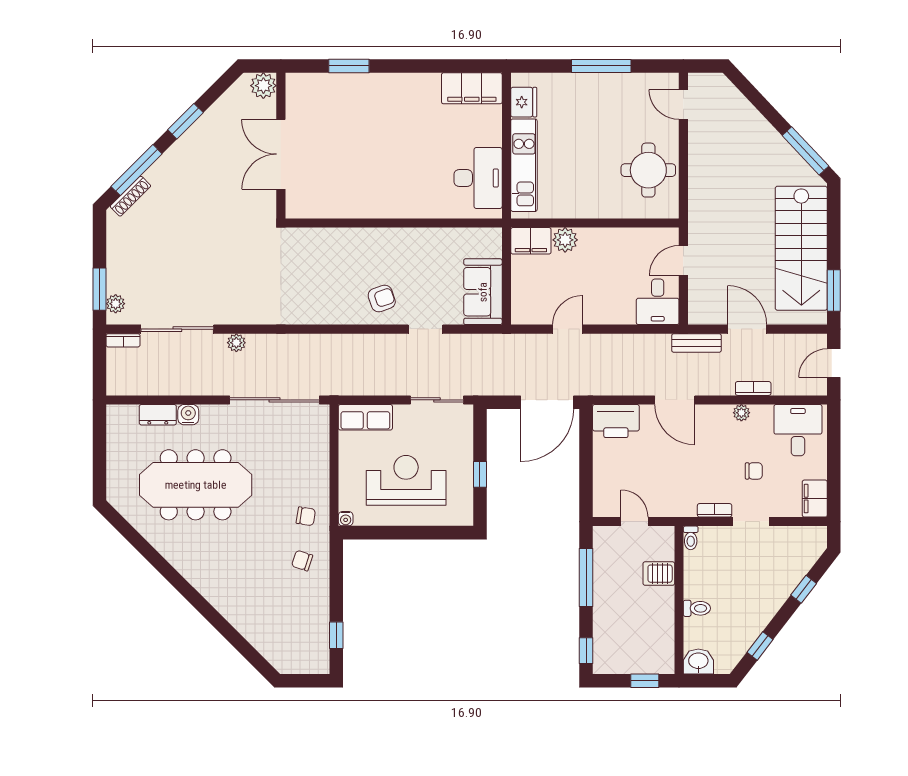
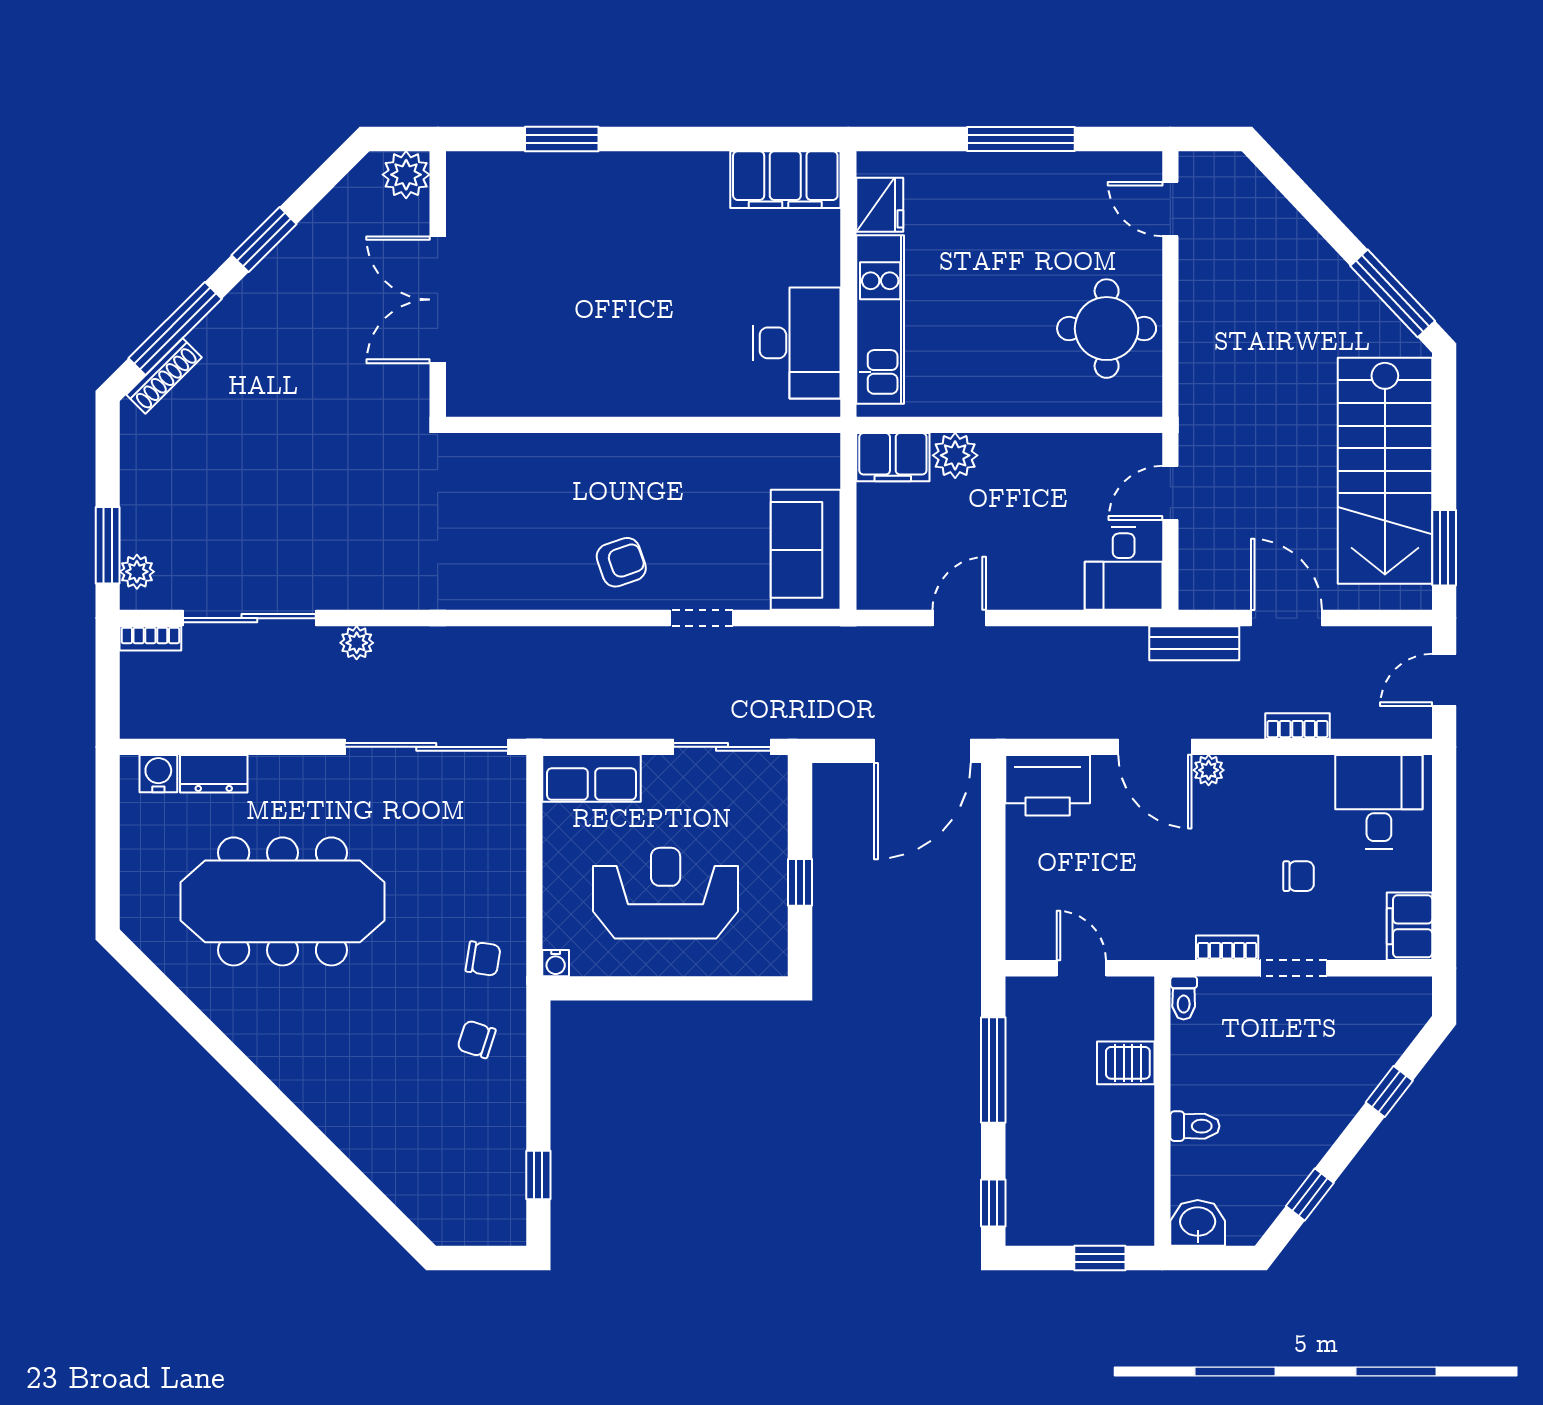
plant: (741, 413) -> (1209, 770), moved
water cooler: (188, 415) -> (158, 774), moved

